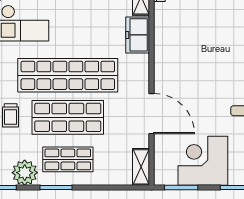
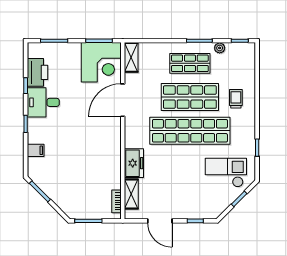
door: (152, 114) -> (123, 100), hinge flipped
corner desk: (203, 161) -> (101, 62), moved
plant: (25, 173) -> (220, 48), width x0.53, depth x0.53

